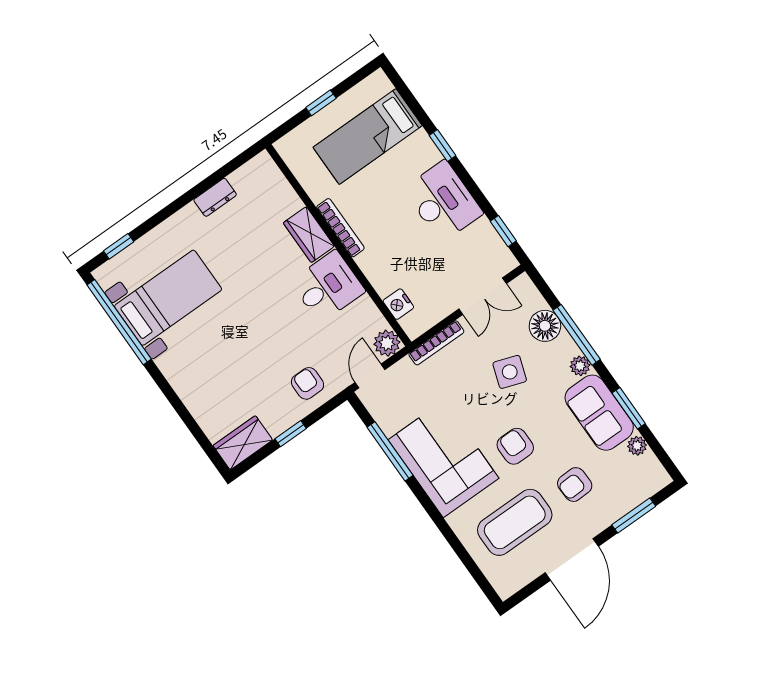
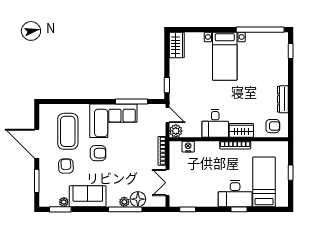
dresser: (215, 197) -> (283, 99), width x1.44
desk: (443, 201) -> (235, 194), moved
bed with nightstands: (168, 298) -> (225, 56), moved
plant: (580, 366) -> (124, 202), moved
side table: (510, 372) -> (129, 172), removed
armchair: (308, 383) -> (273, 126), moved
window: (629, 408) -> (60, 209), moved
window: (291, 434) -> (167, 85), moved

